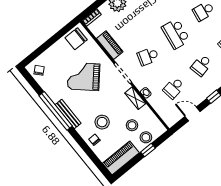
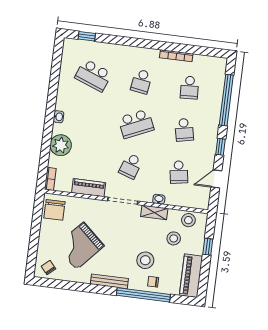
school desk: (176, 34) -> (136, 124), turned -33
grand piano: (84, 76) -> (80, 246), moved
window: (56, 111) -> (143, 295), moved
stool: (146, 137) -> (188, 220), moved

